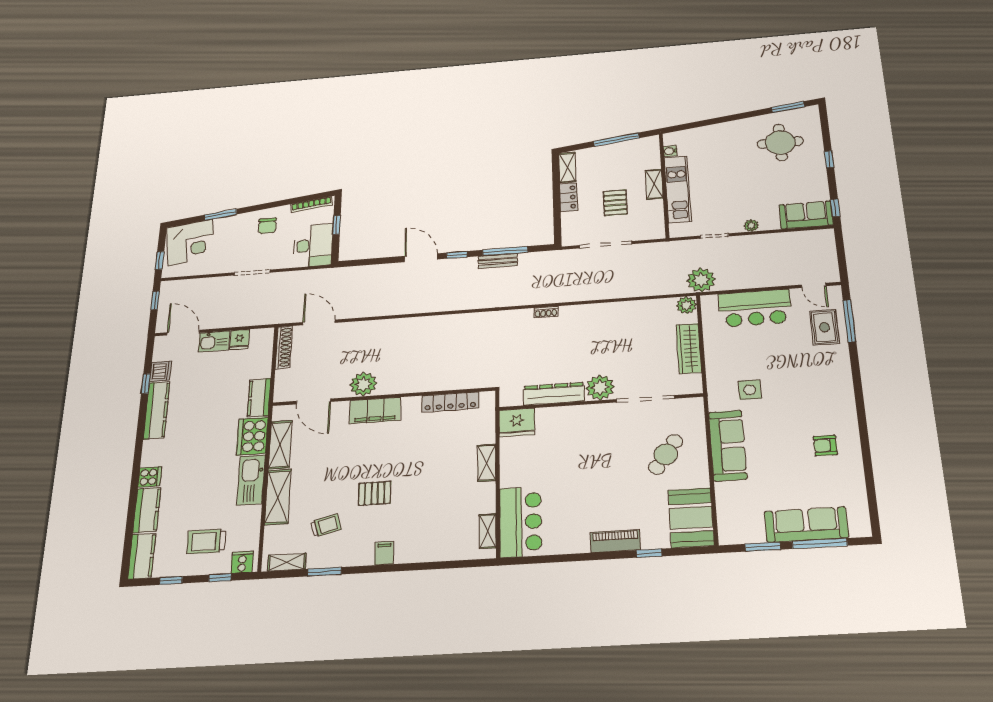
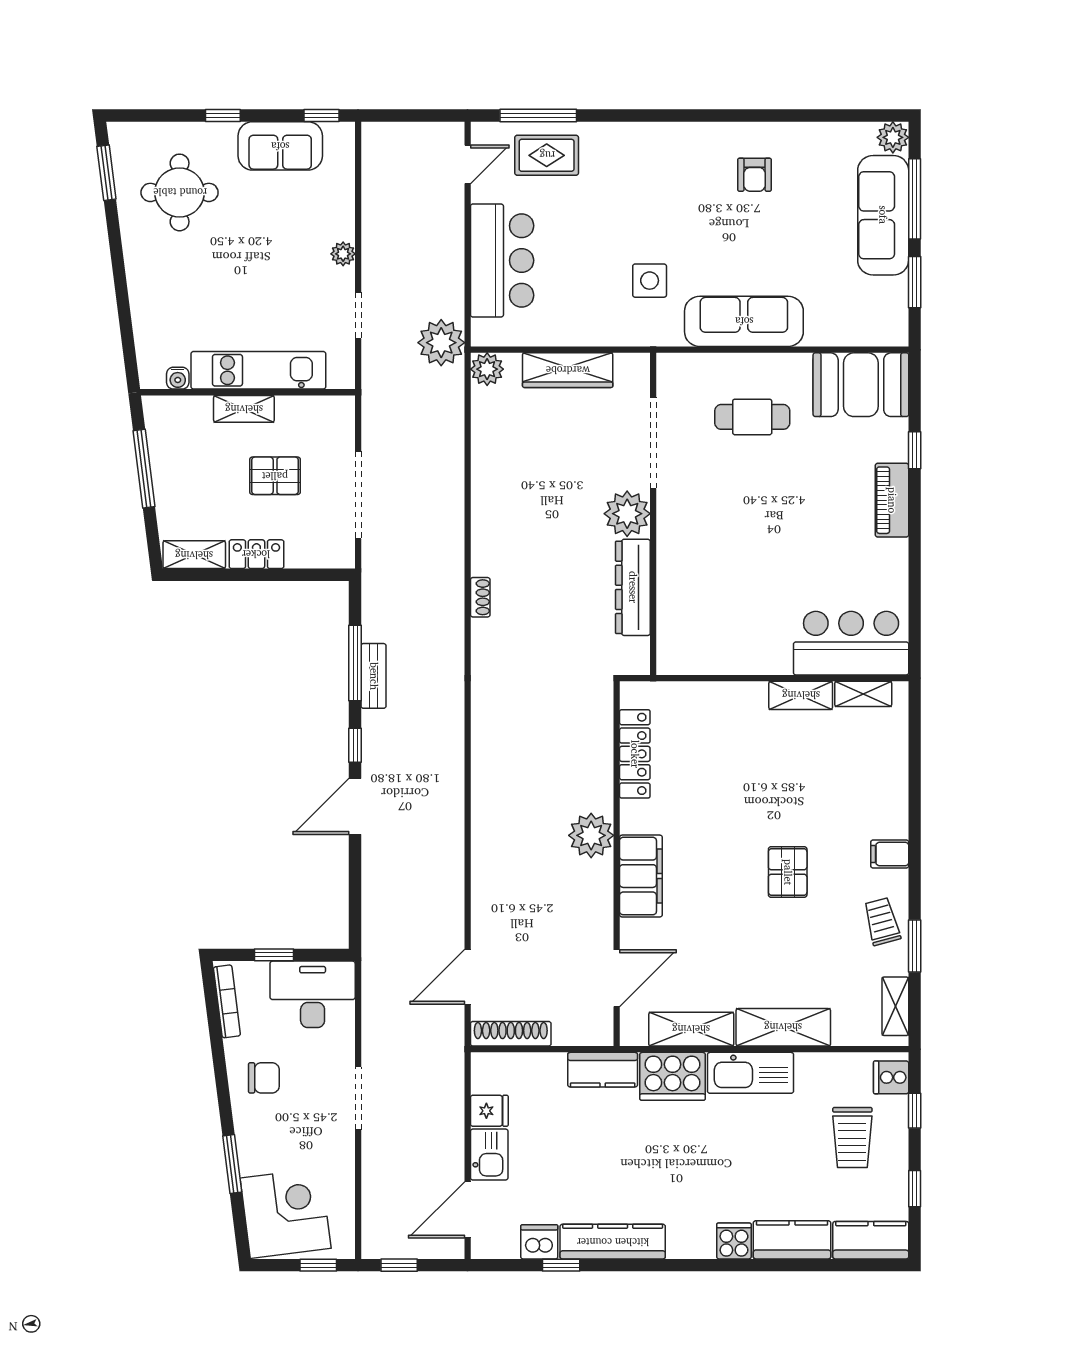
sofa: (806, 215) -> (280, 146), moved, turned -90
plant: (363, 384) -> (591, 835), moved
fridge: (517, 423) -> (680, 647), removed
cafe table: (666, 454) -> (752, 417), turned -35
shelving: (487, 463) -> (801, 695), moved
trolley: (326, 525) -> (882, 922), moved
plant: (860, 528) -> (893, 137), added

